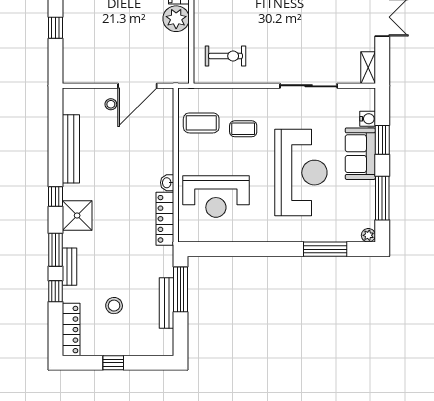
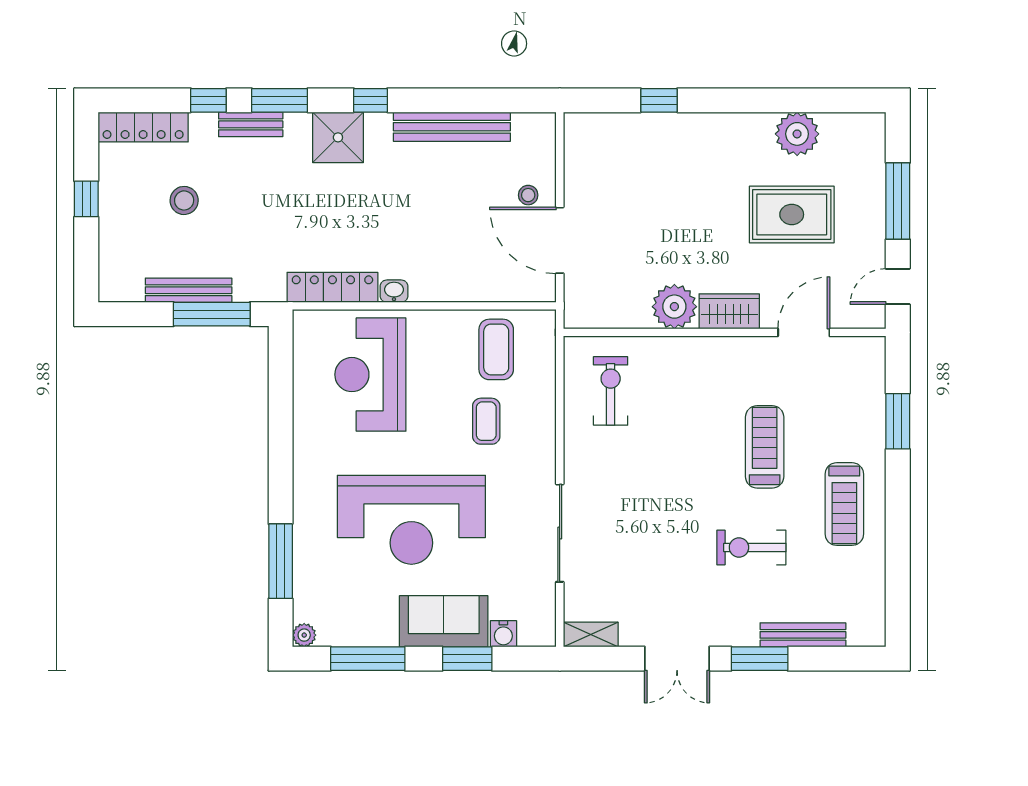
exercise bike: (225, 56) -> (611, 391), turned 180

